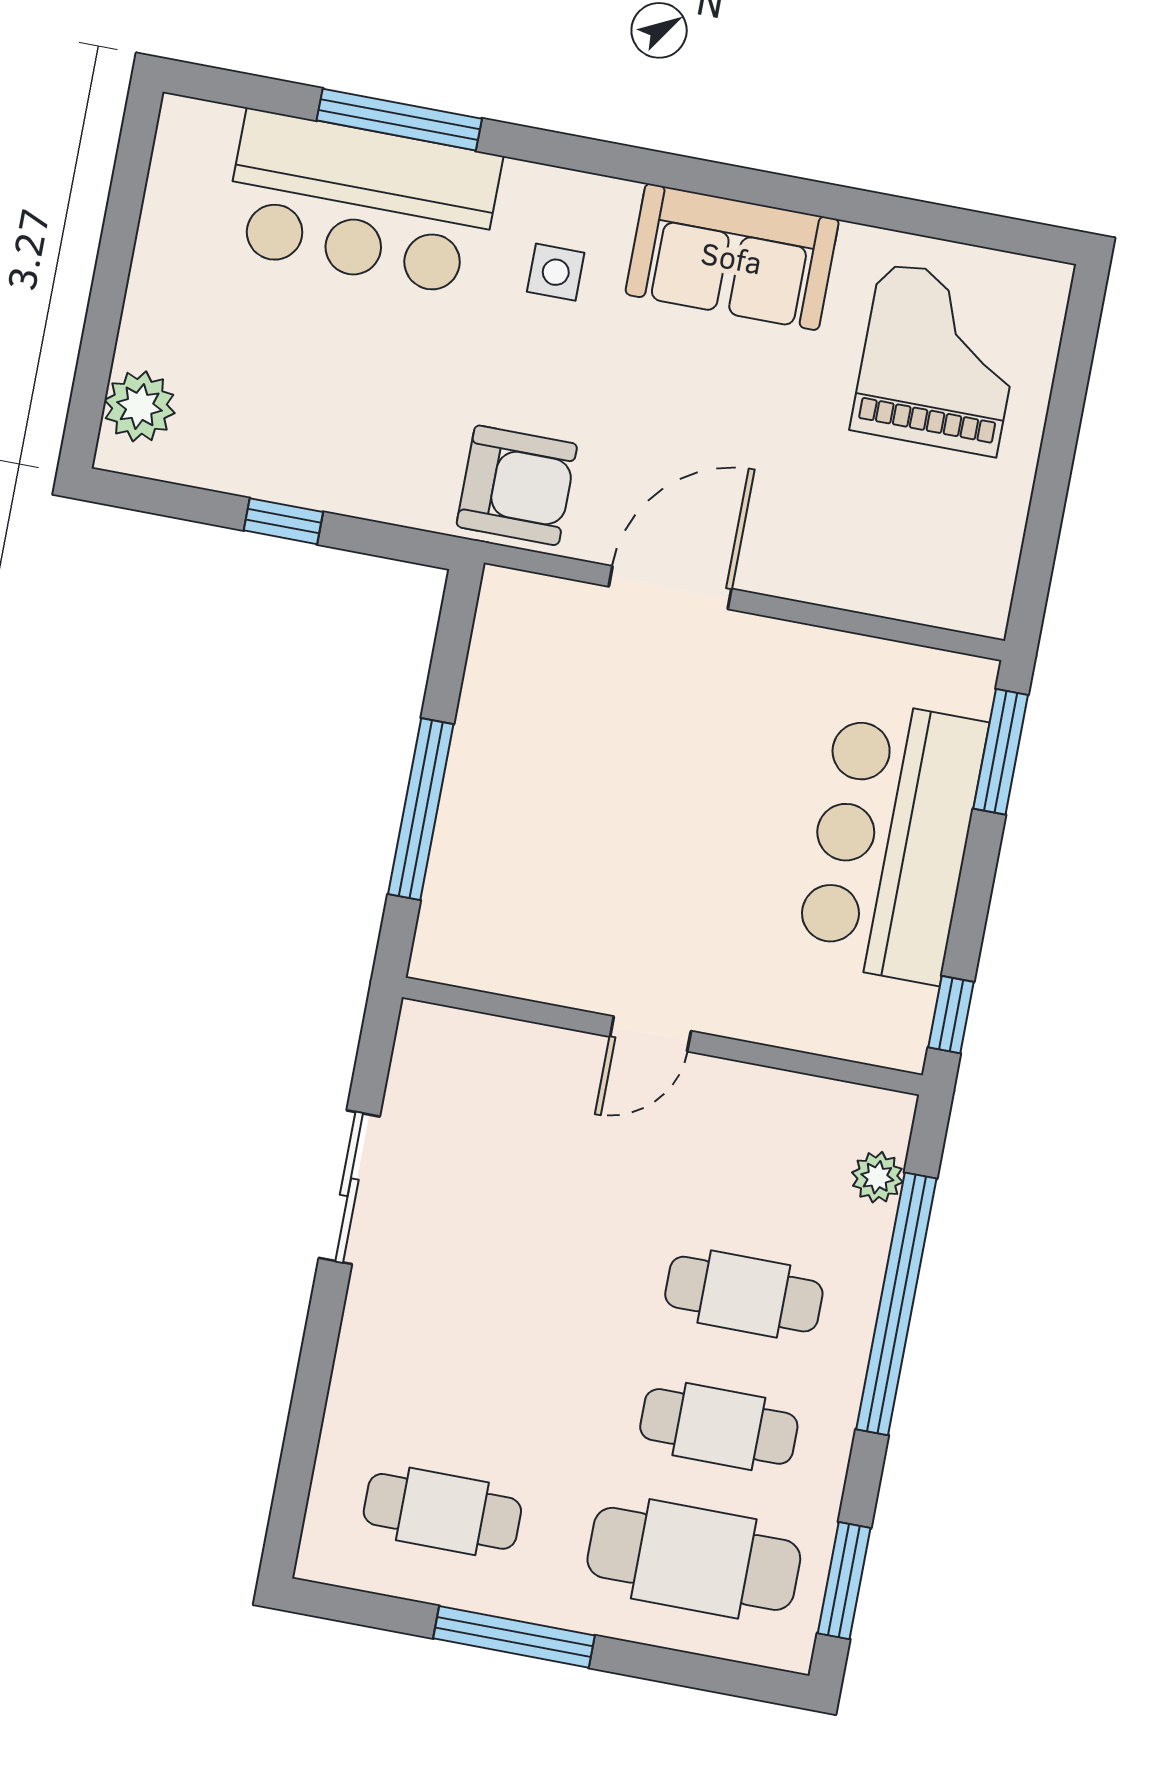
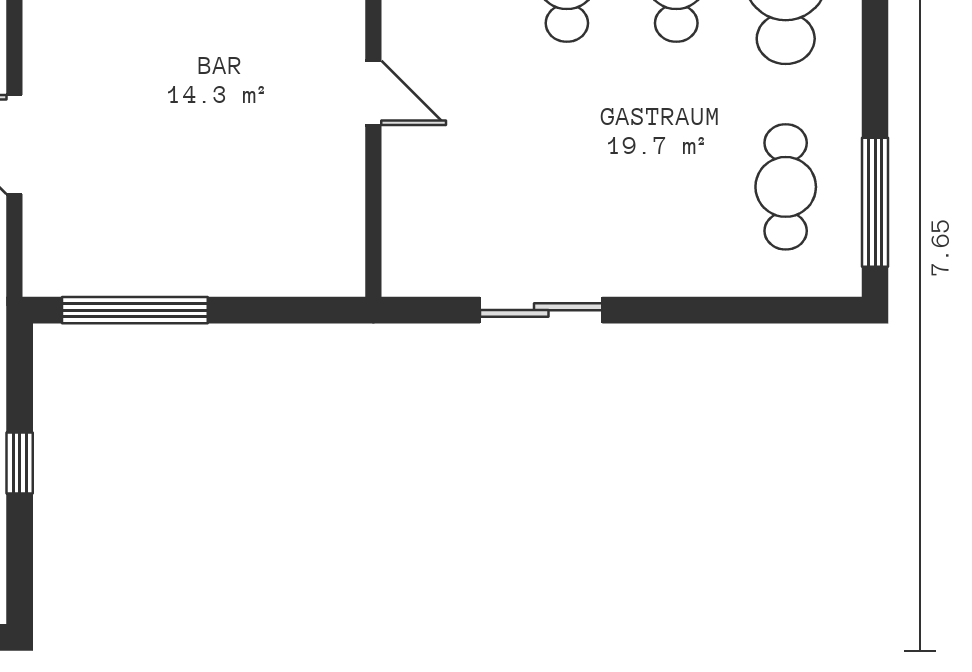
window: (421, 809) -> (135, 310), moved
window: (514, 1637) -> (875, 202), moved

